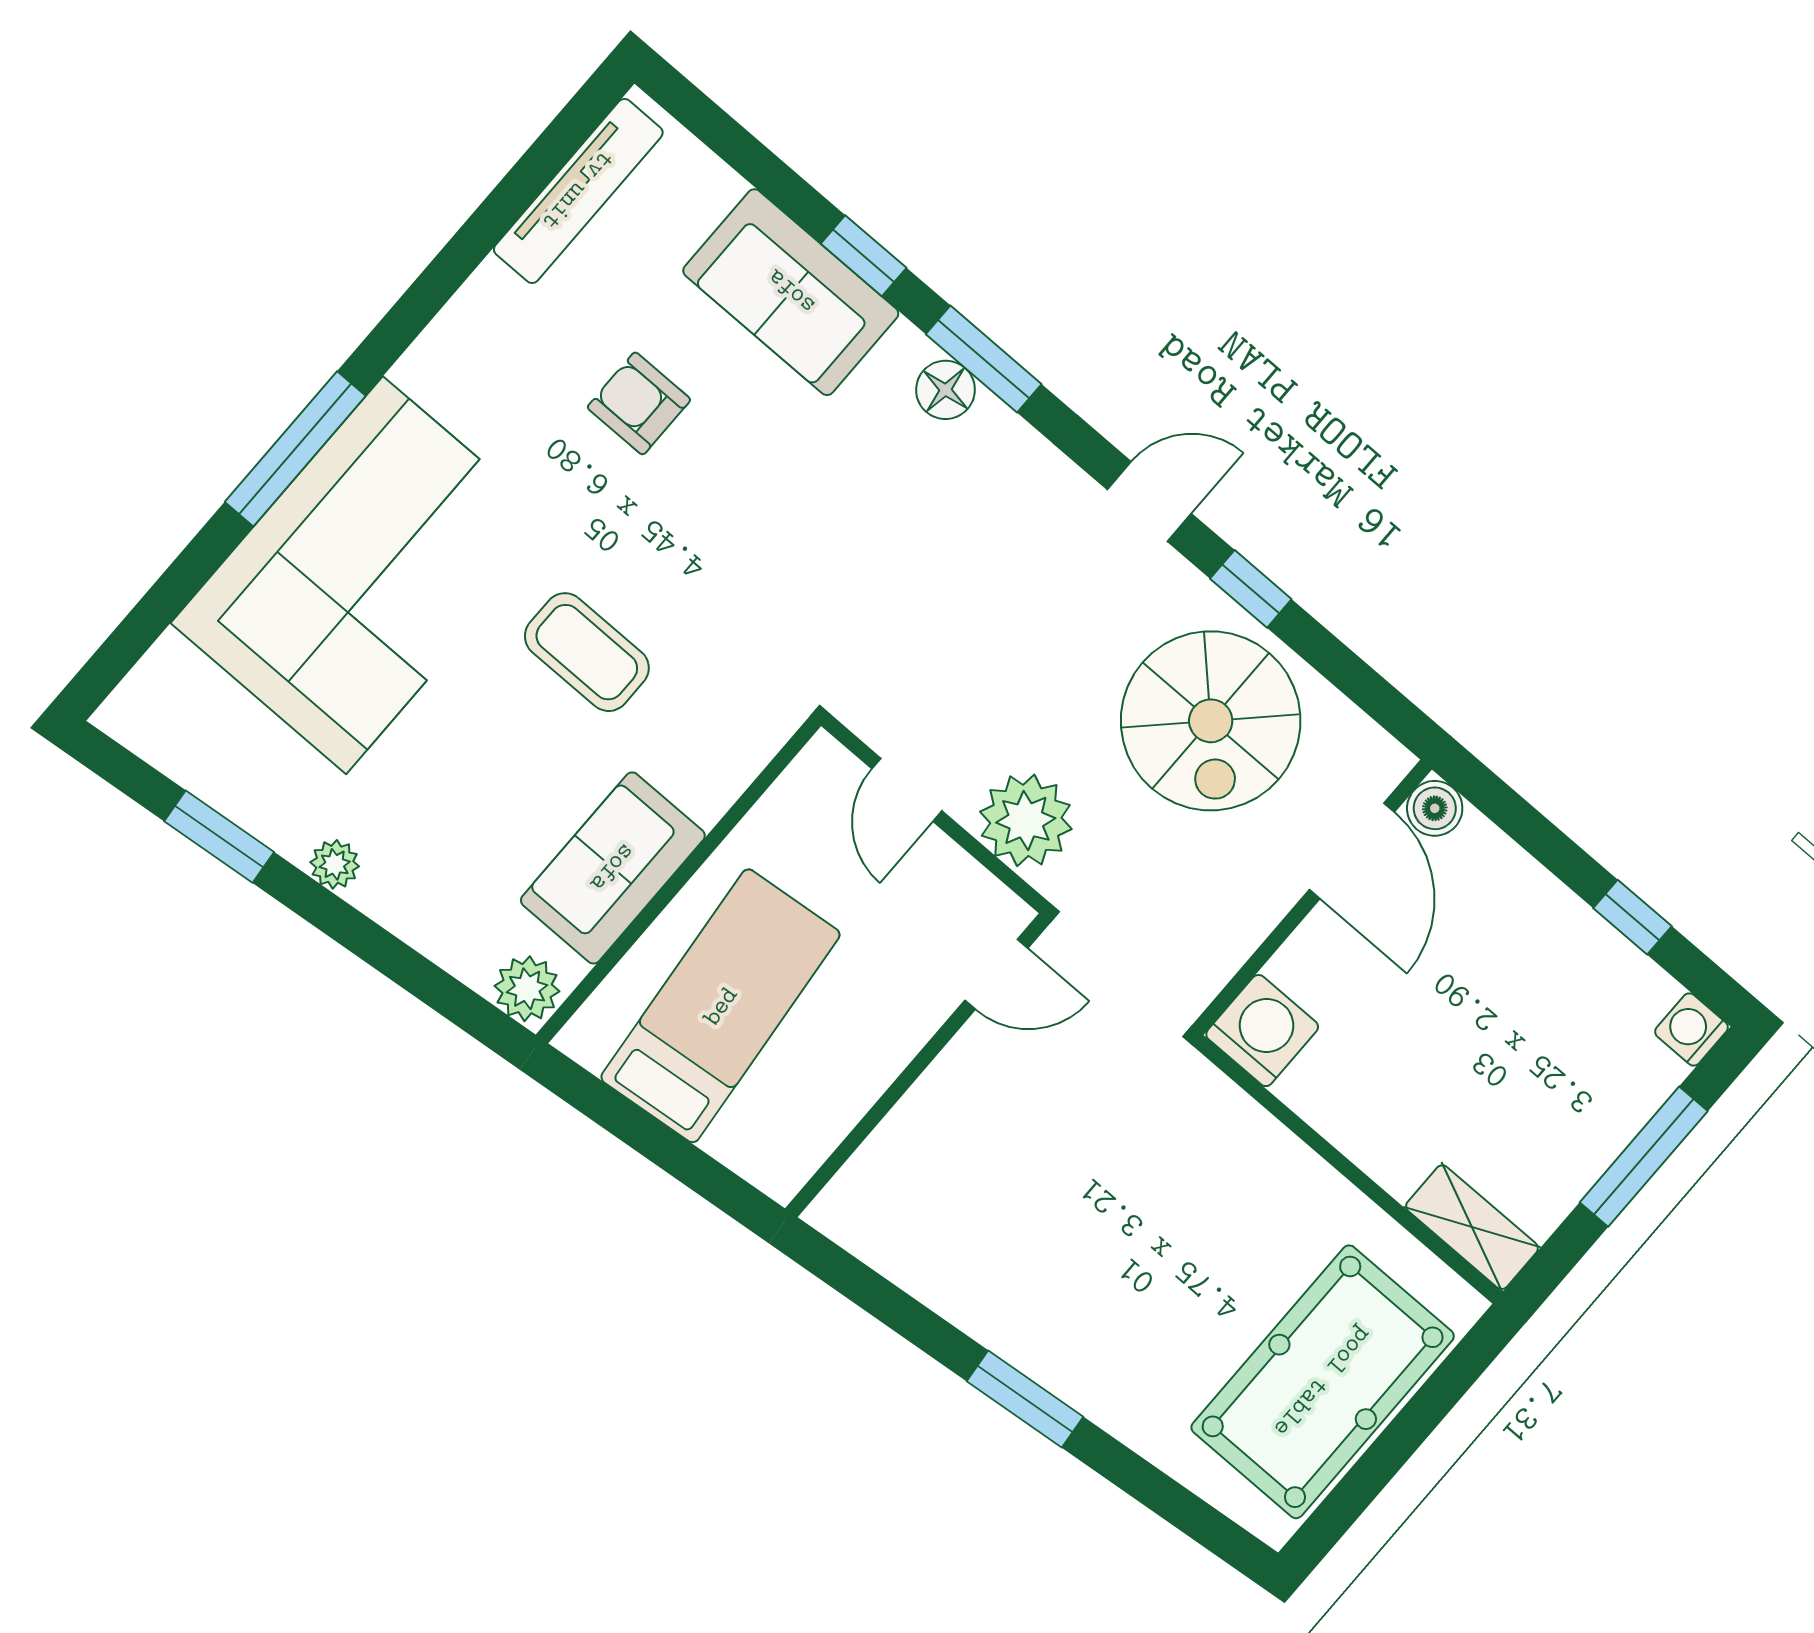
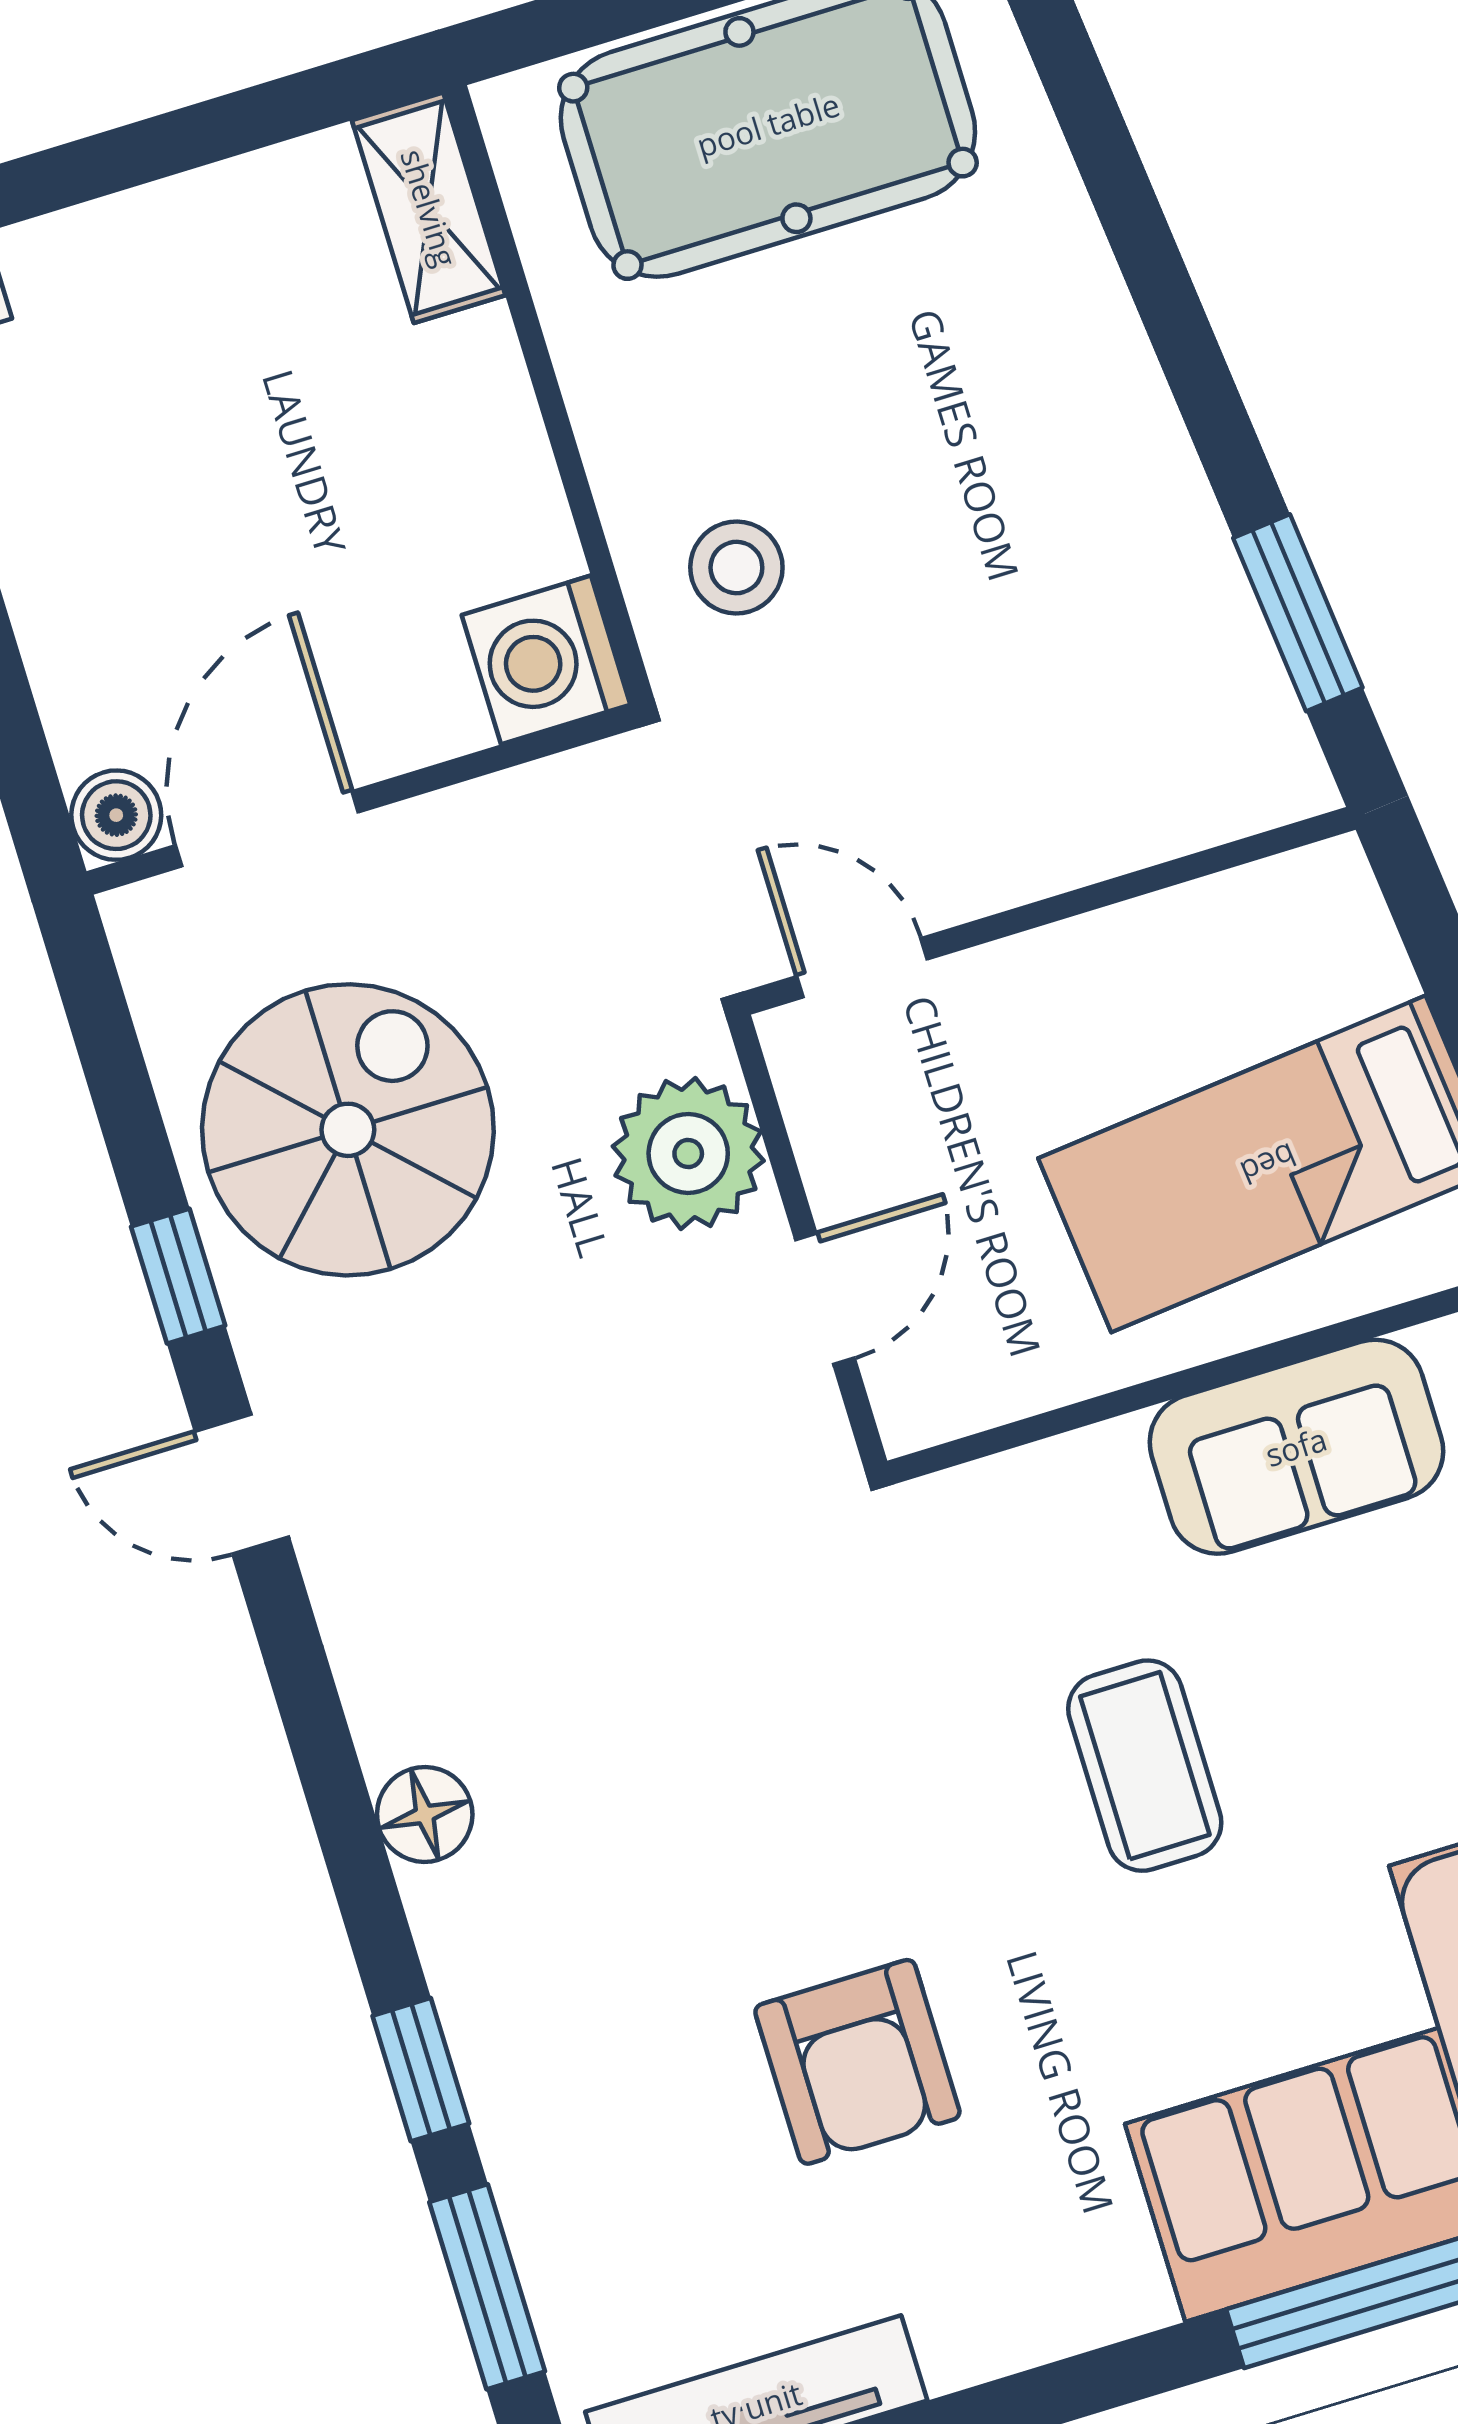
sofa: (791, 292) -> (552, 2083), removed
window: (984, 359) -> (487, 2287), moved
armchair: (639, 403) -> (857, 2062), width x1.38, depth x1.38
stool: (1193, 1141) -> (736, 567), added
window: (1644, 1157) -> (132, 155), removed
window: (1025, 1399) -> (1298, 613), moved

